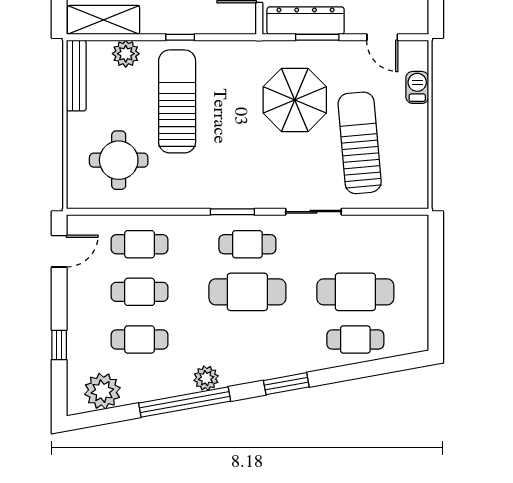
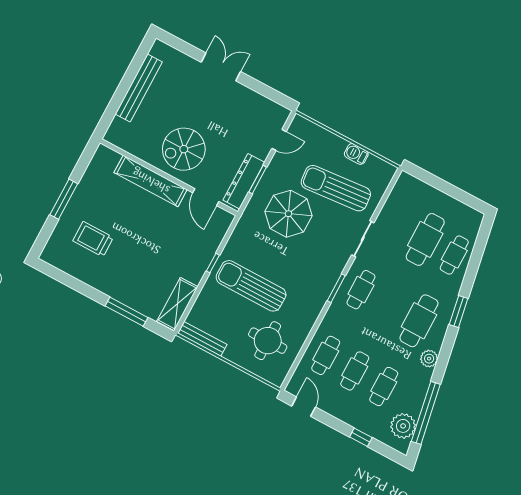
plant: (126, 54) -> (205, 302), removed
barbecue: (417, 87) -> (356, 154), moved
cafe table: (247, 292) -> (419, 321), moved
window: (185, 402) -> (426, 413), moved

